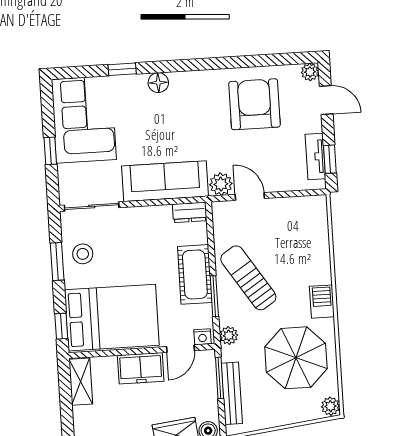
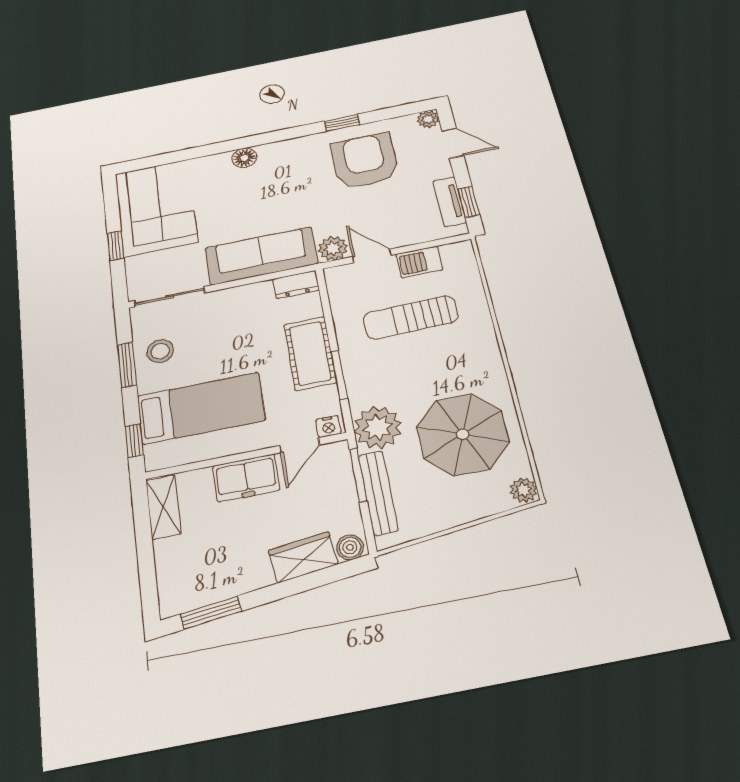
window: (122, 69) -> (342, 123), moved
sun lounger: (248, 278) -> (411, 317), moved, turned -58
barbecue: (322, 302) -> (419, 262), moved, turned -90
bed: (112, 318) -> (201, 408), width x0.67
plant: (229, 335) -> (378, 427), width x1.88, depth x1.88

